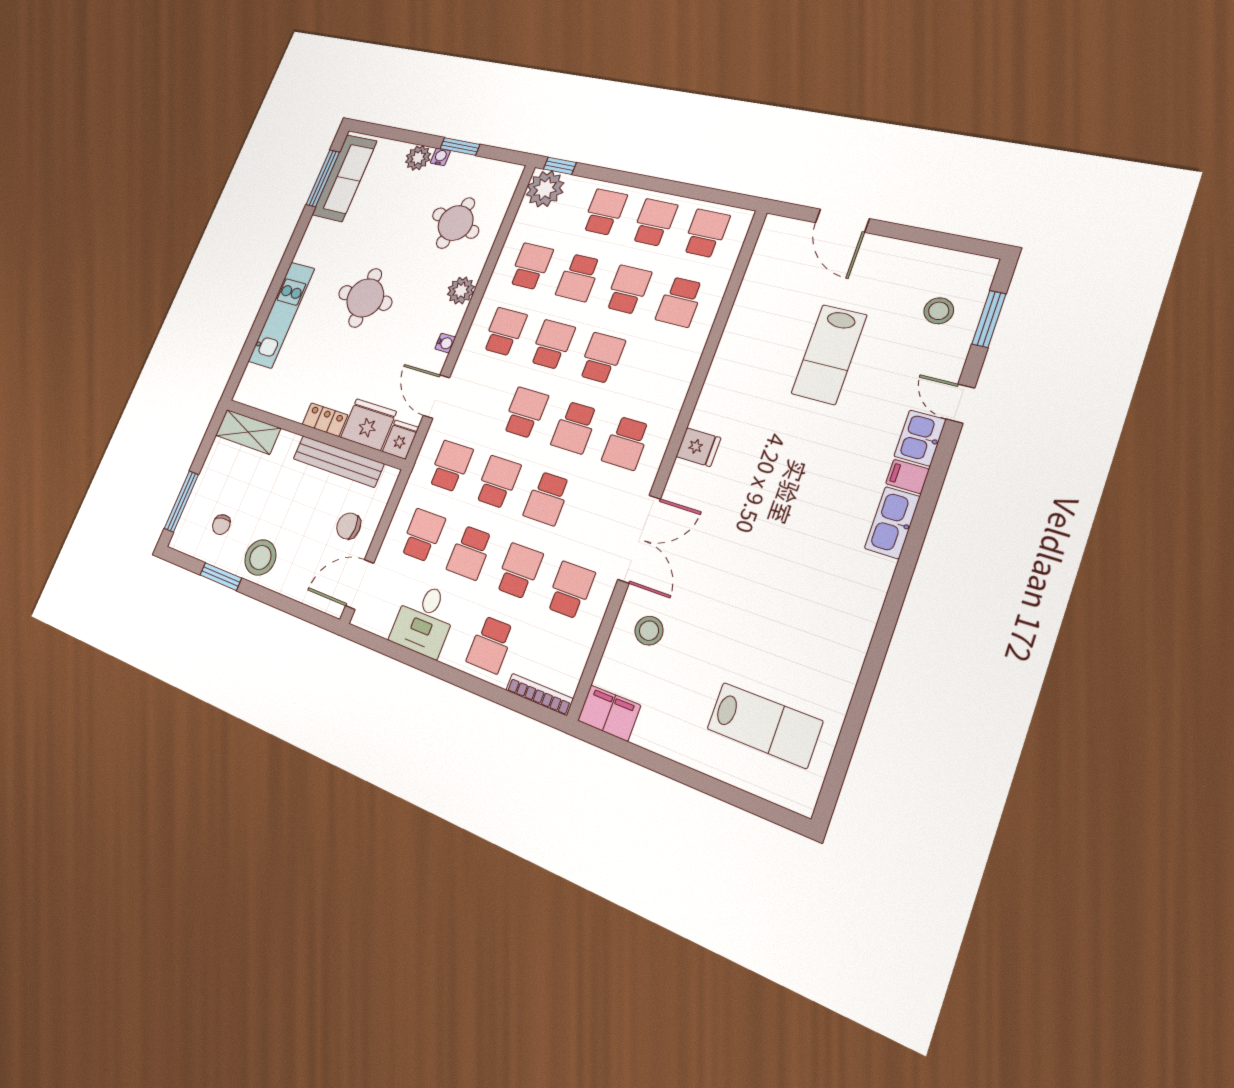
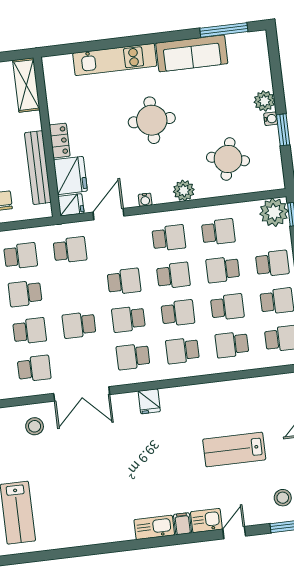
sofa: (344, 178) -> (192, 53), moved
school desk: (498, 482) -> (182, 351), moved, turned 180

